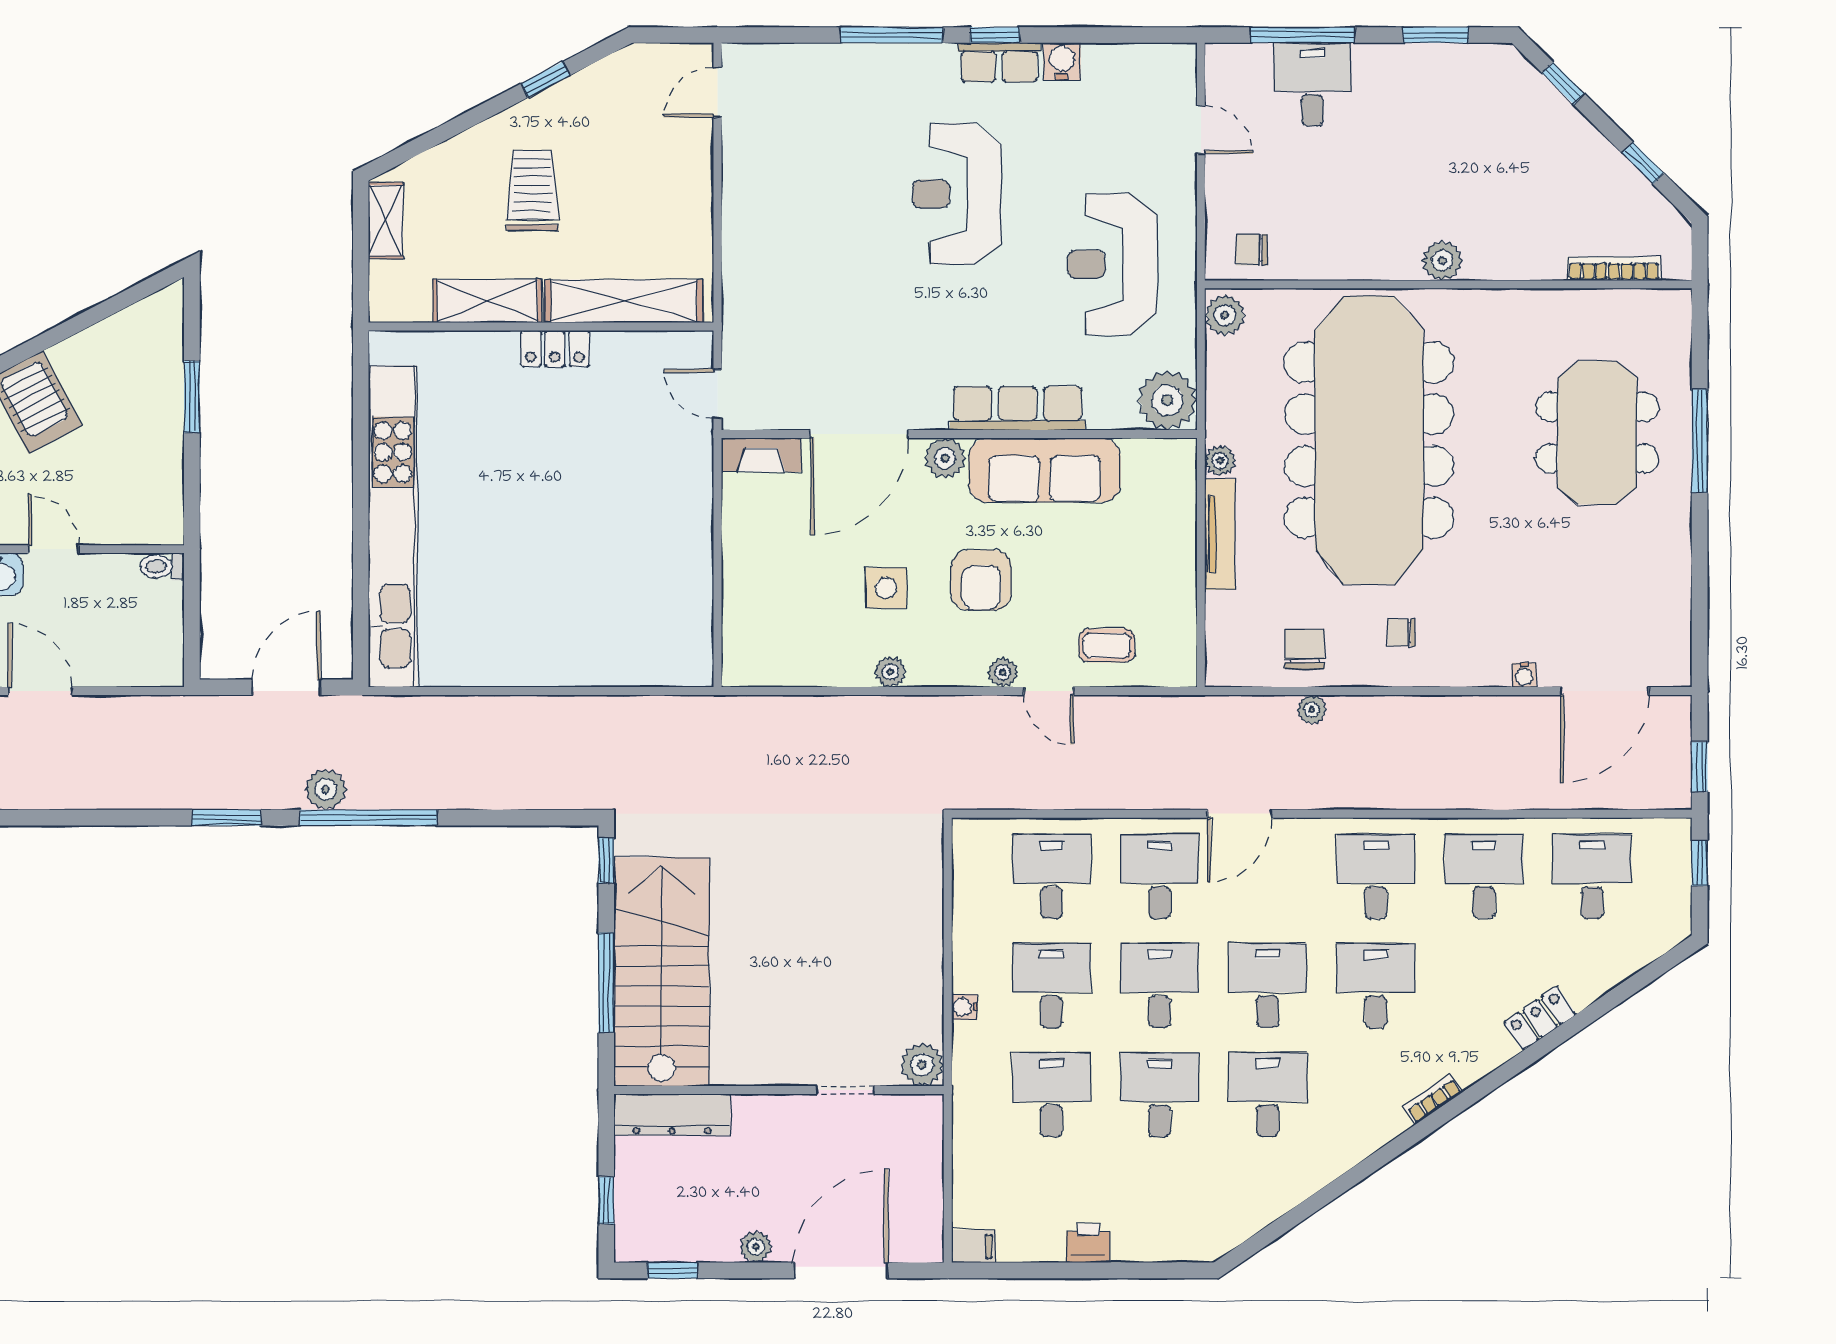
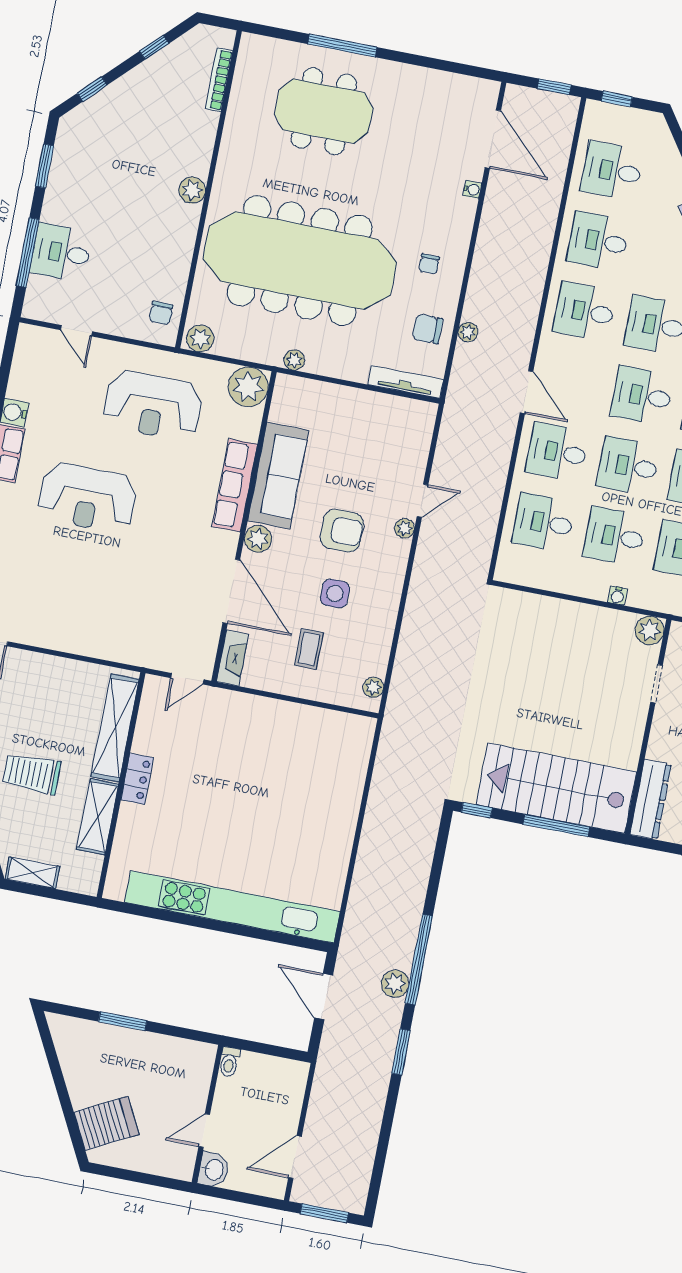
door: (1201, 130) -> (77, 331), swing flipped
tv unit: (1220, 534) -> (406, 382), moved
coffee table: (1107, 645) -> (309, 649), moved
plant: (890, 672) -> (373, 687), moved

